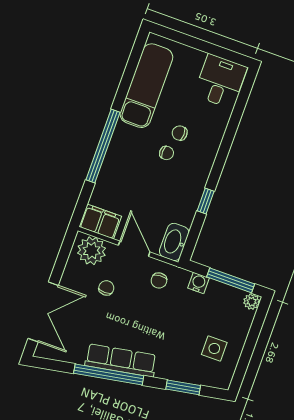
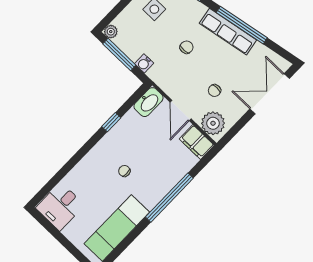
chair: (180, 133) -> (108, 181), removed
chair: (159, 280) -> (187, 47), moved

